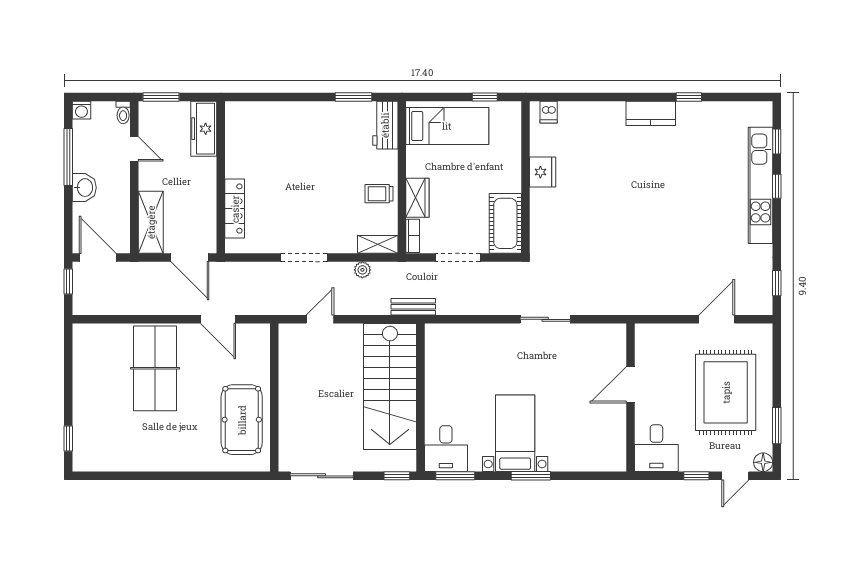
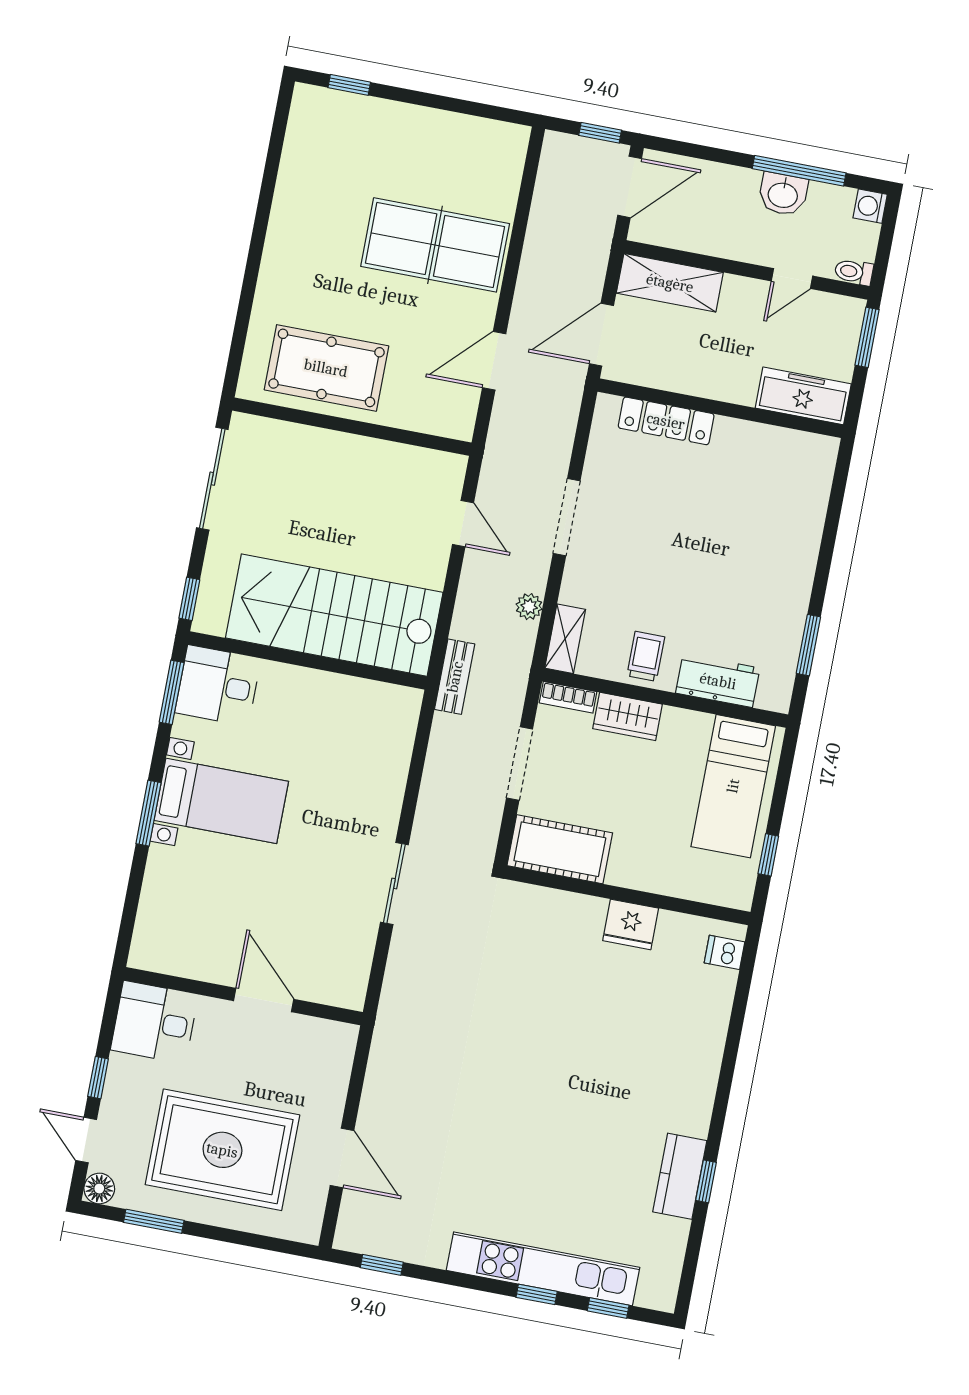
kitchen counter: (651, 113) -> (680, 1176), moved
workbench: (385, 125) -> (718, 681), moved
washbasin: (84, 188) -> (783, 194), moved

